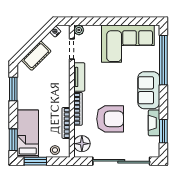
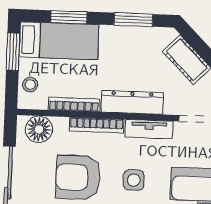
side table: (110, 85) -> (134, 180), added
dresser: (63, 88) -> (132, 102), added
armchair: (110, 119) -> (78, 177), turned 90
window: (13, 140) -> (69, 17), moved

